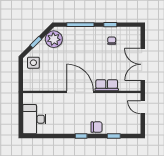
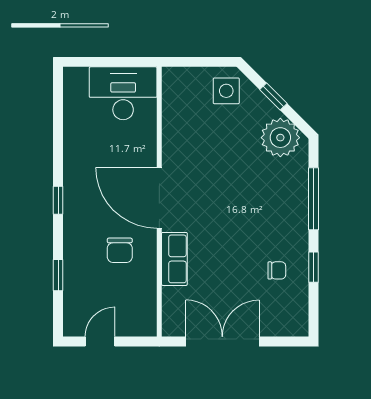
door: (80, 92) -> (159, 198), swing flipped
door: (143, 107) -> (100, 341), moved
desk: (34, 119) -> (123, 93), moved
chair: (97, 127) -> (120, 250), moved

